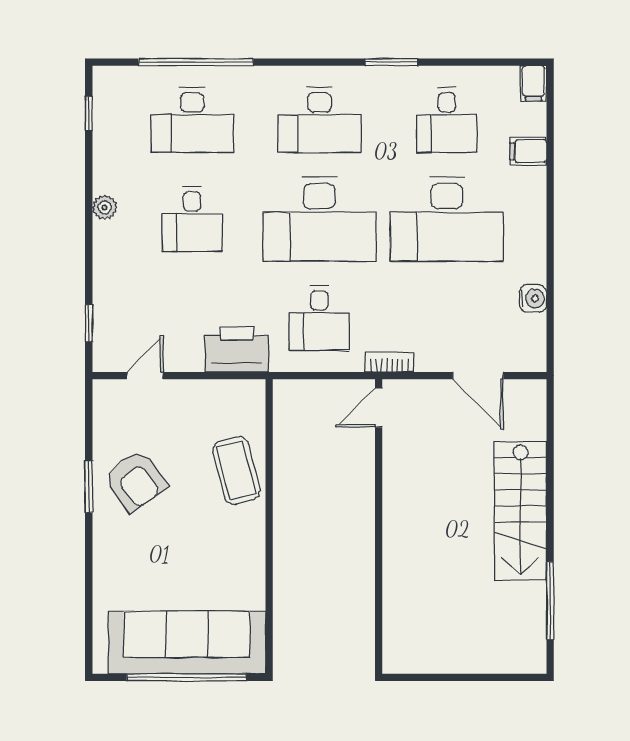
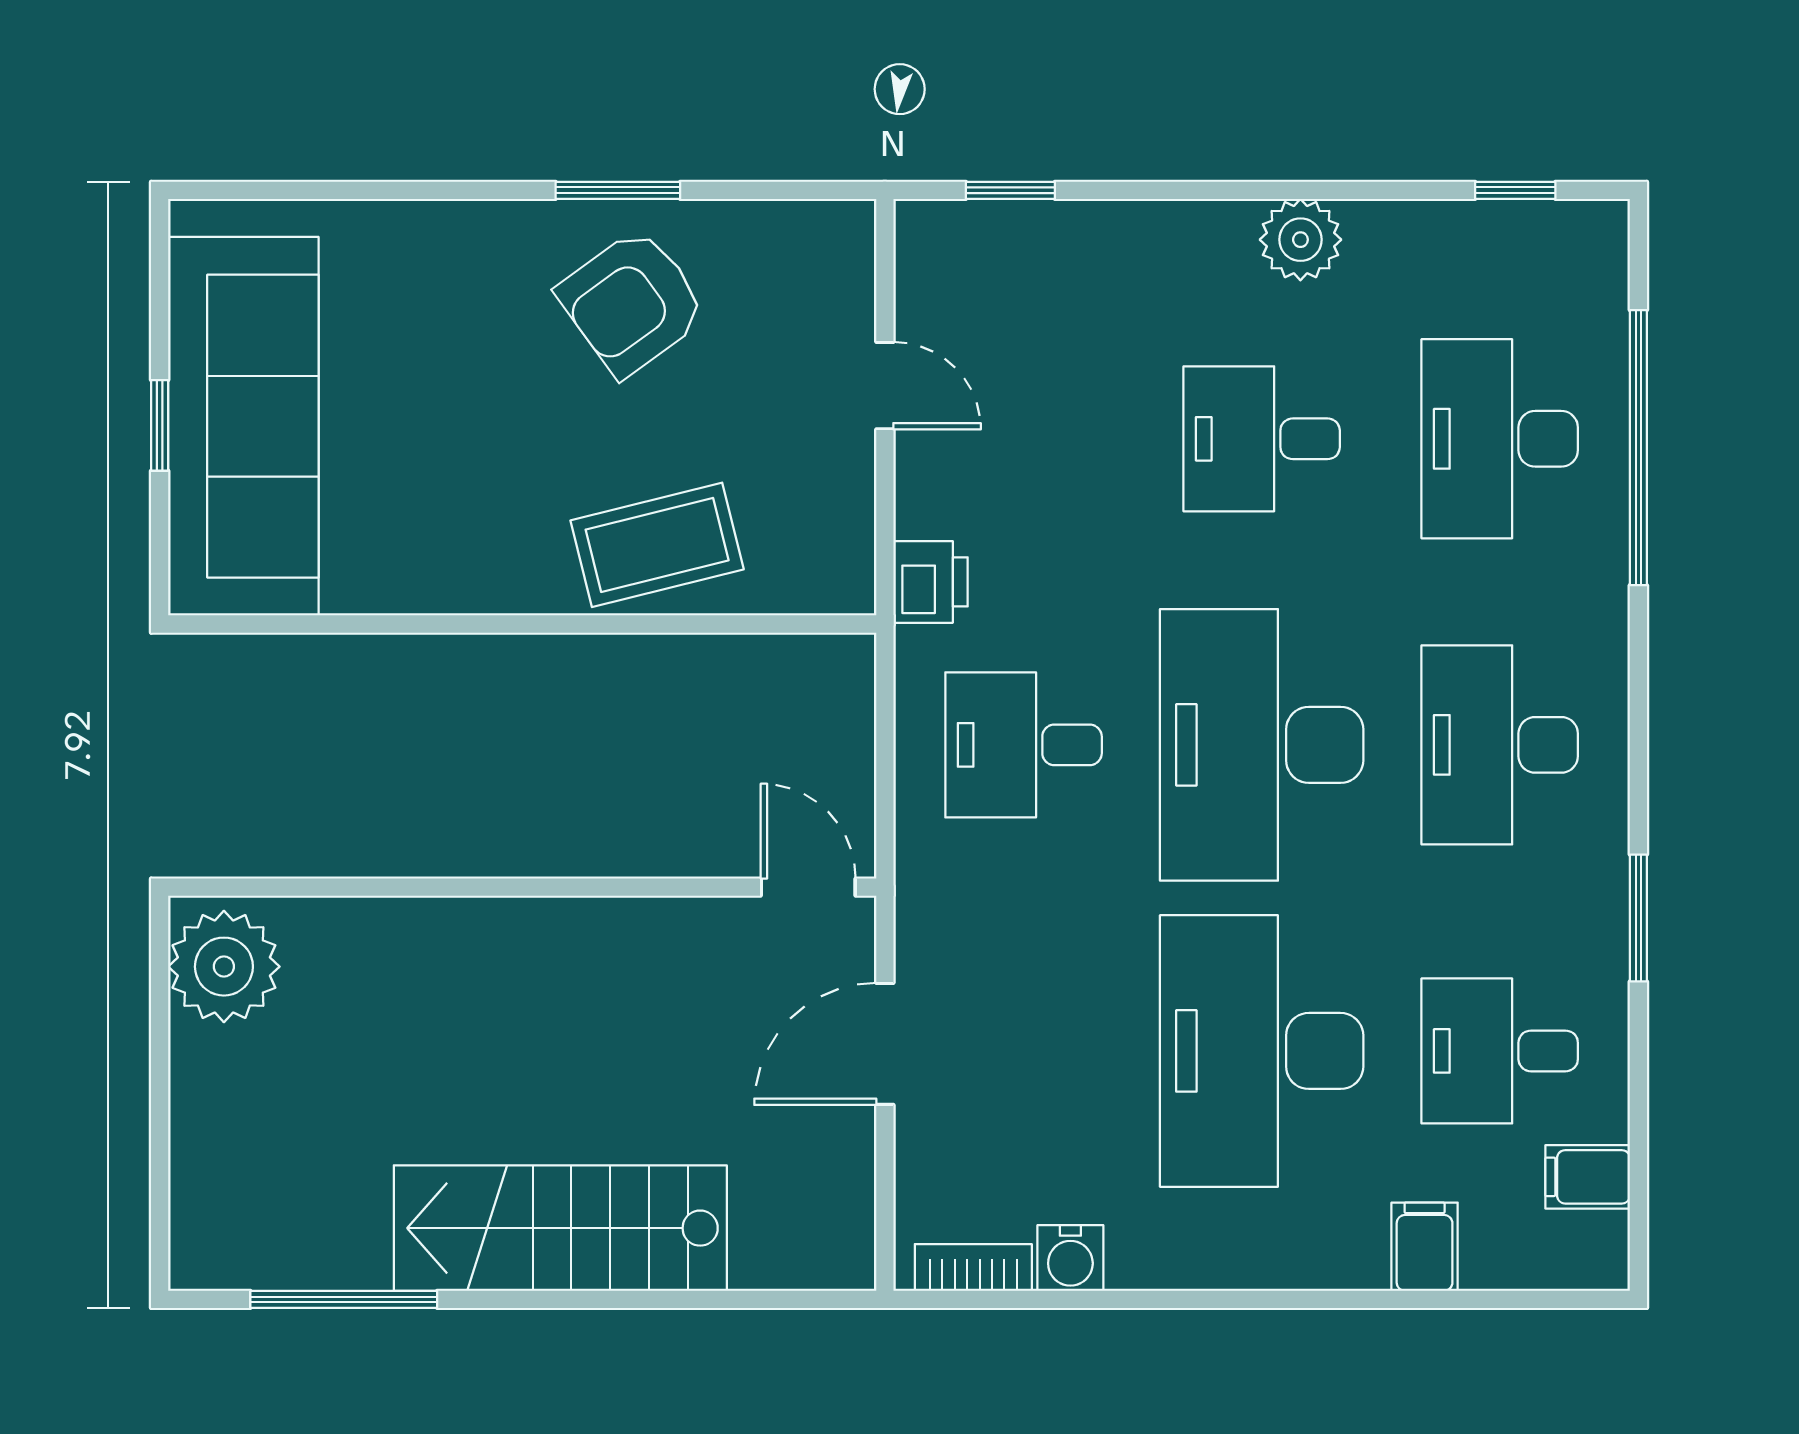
filing cabinet: (533, 83) -> (1588, 1177), moved
plant: (105, 207) -> (1300, 240), width x1.38, depth x1.38
printer: (237, 349) -> (931, 582), width x0.53, depth x0.68
bookcase: (389, 362) -> (973, 1267), moved, turned -90
door: (145, 376) -> (885, 386), moved
door: (478, 376) -> (885, 1044), moved
plant: (412, 651) -> (224, 967), added
window: (187, 677) -> (160, 425), width x0.32

